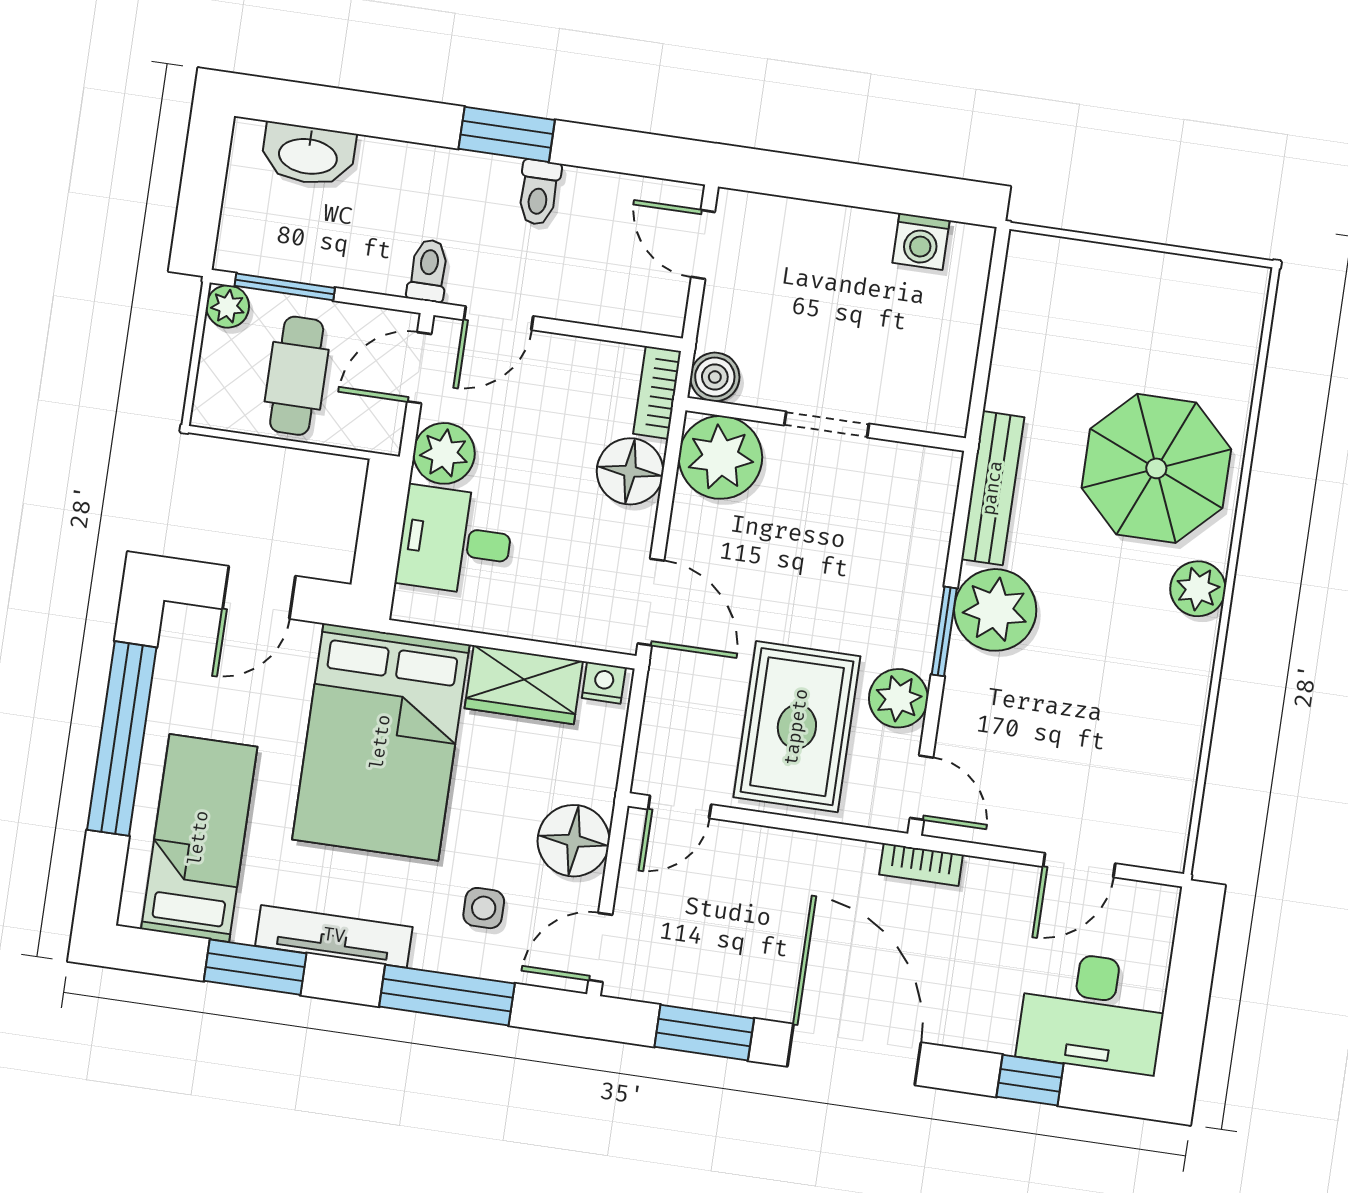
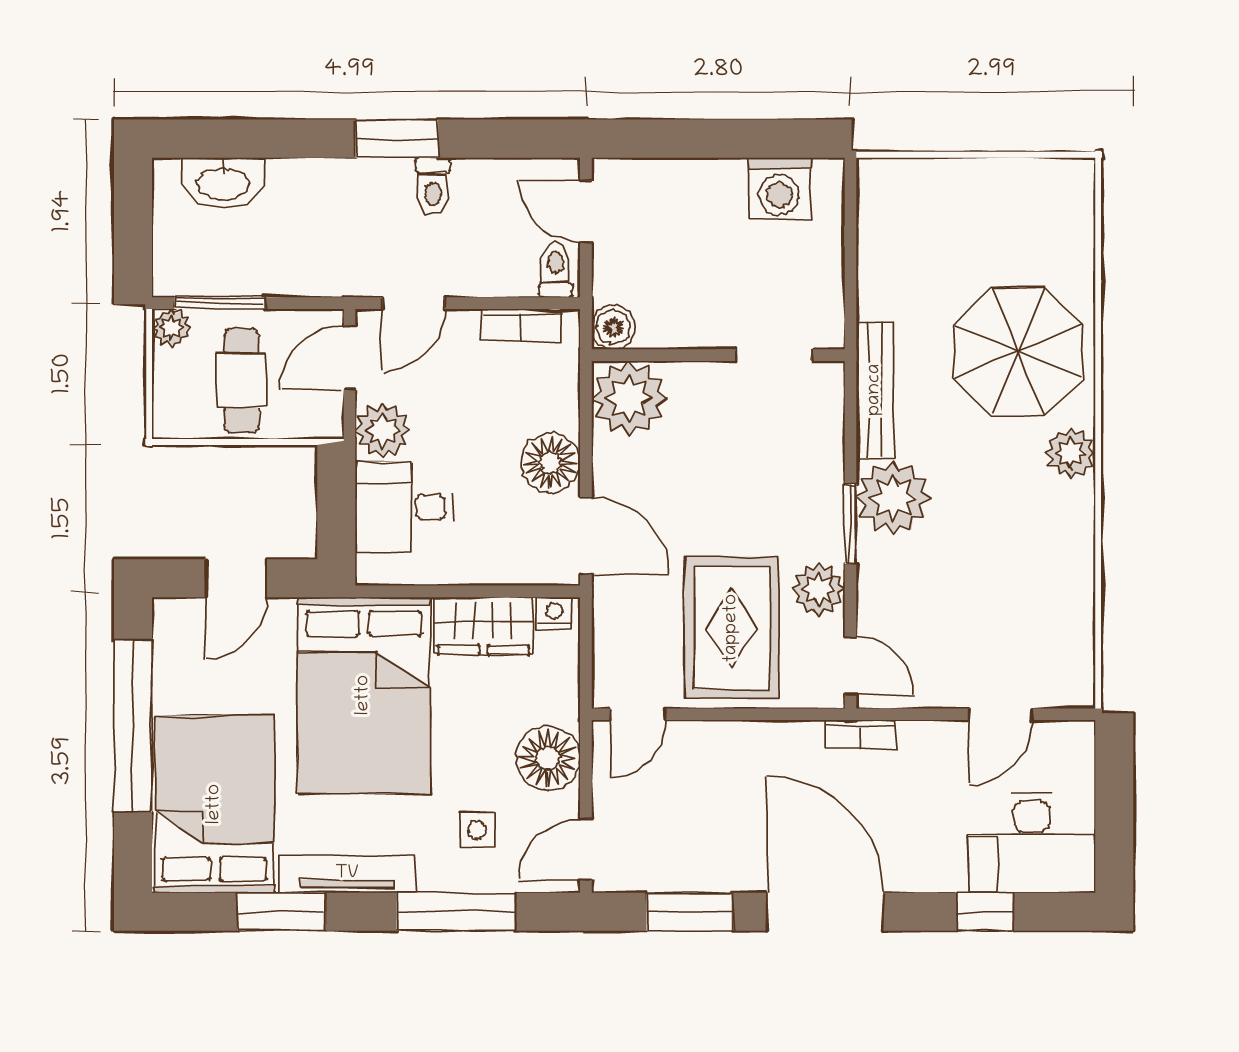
washing machine: (921, 242) -> (779, 189), width x1.38, depth x1.38
toilet: (428, 271) -> (556, 270), moved
bookcase: (657, 393) -> (521, 325), moved, turned -90
doorway: (827, 424) -> (774, 355), moved
floor lamp: (630, 471) -> (550, 463), moved
bed: (199, 838) -> (215, 804), width x1.50

